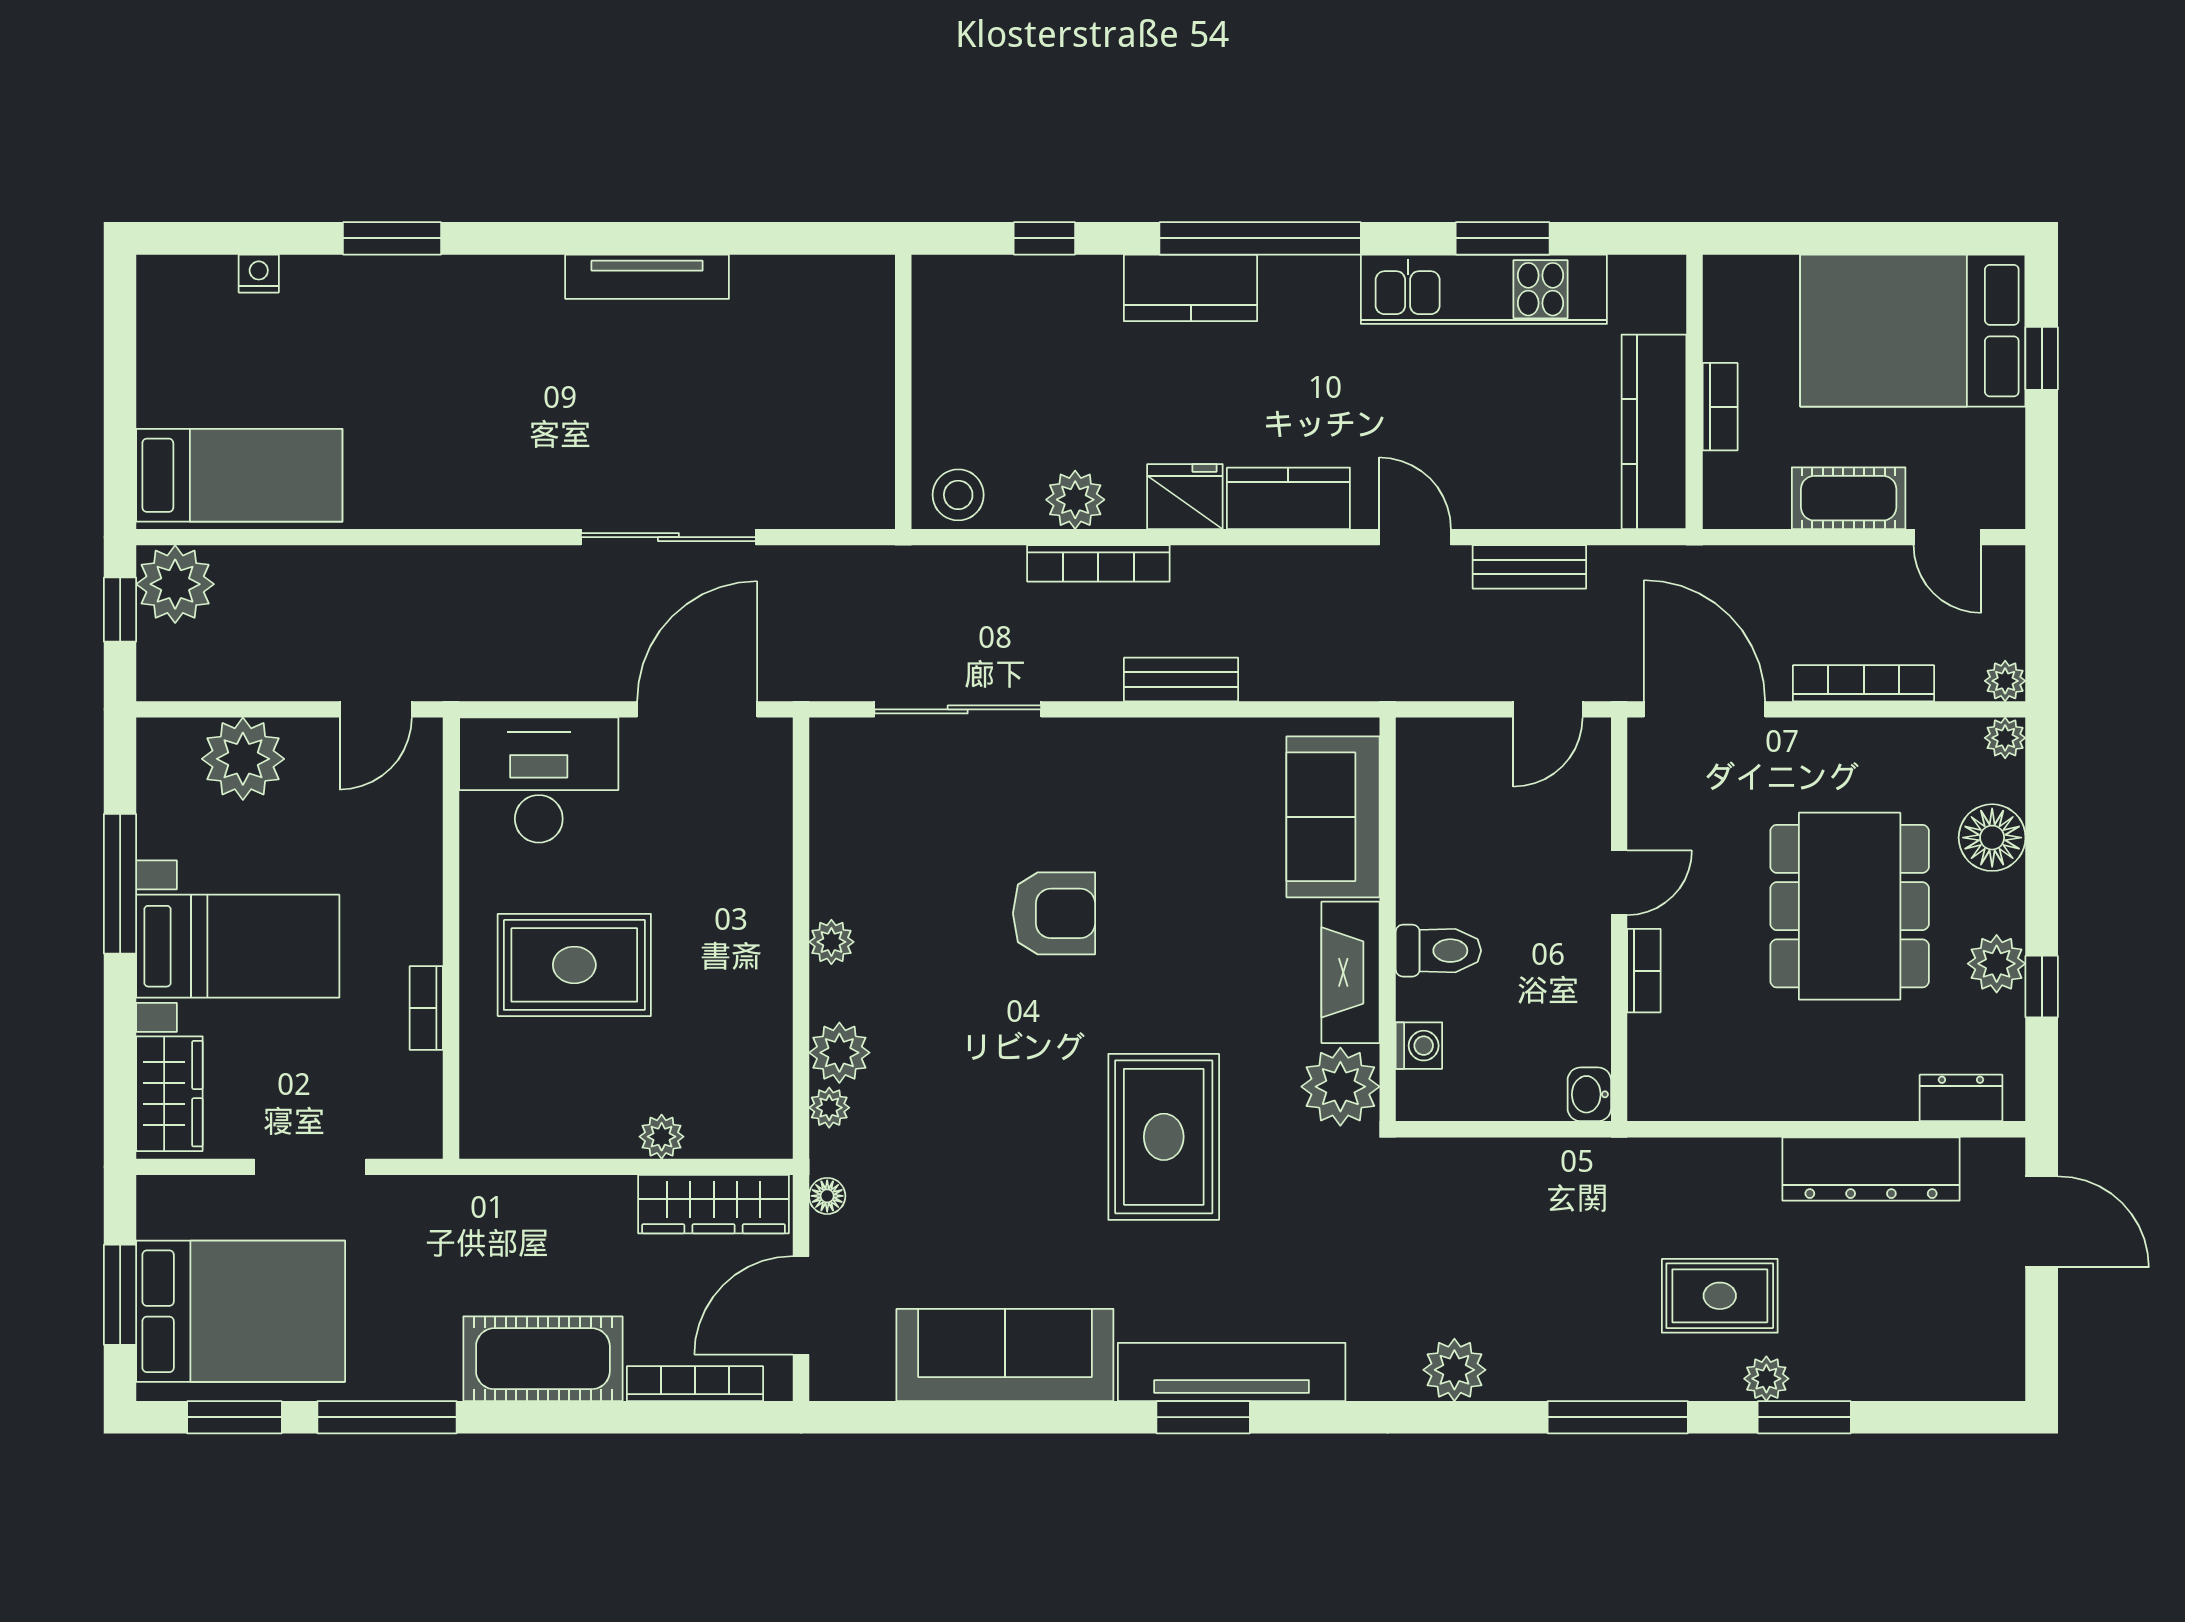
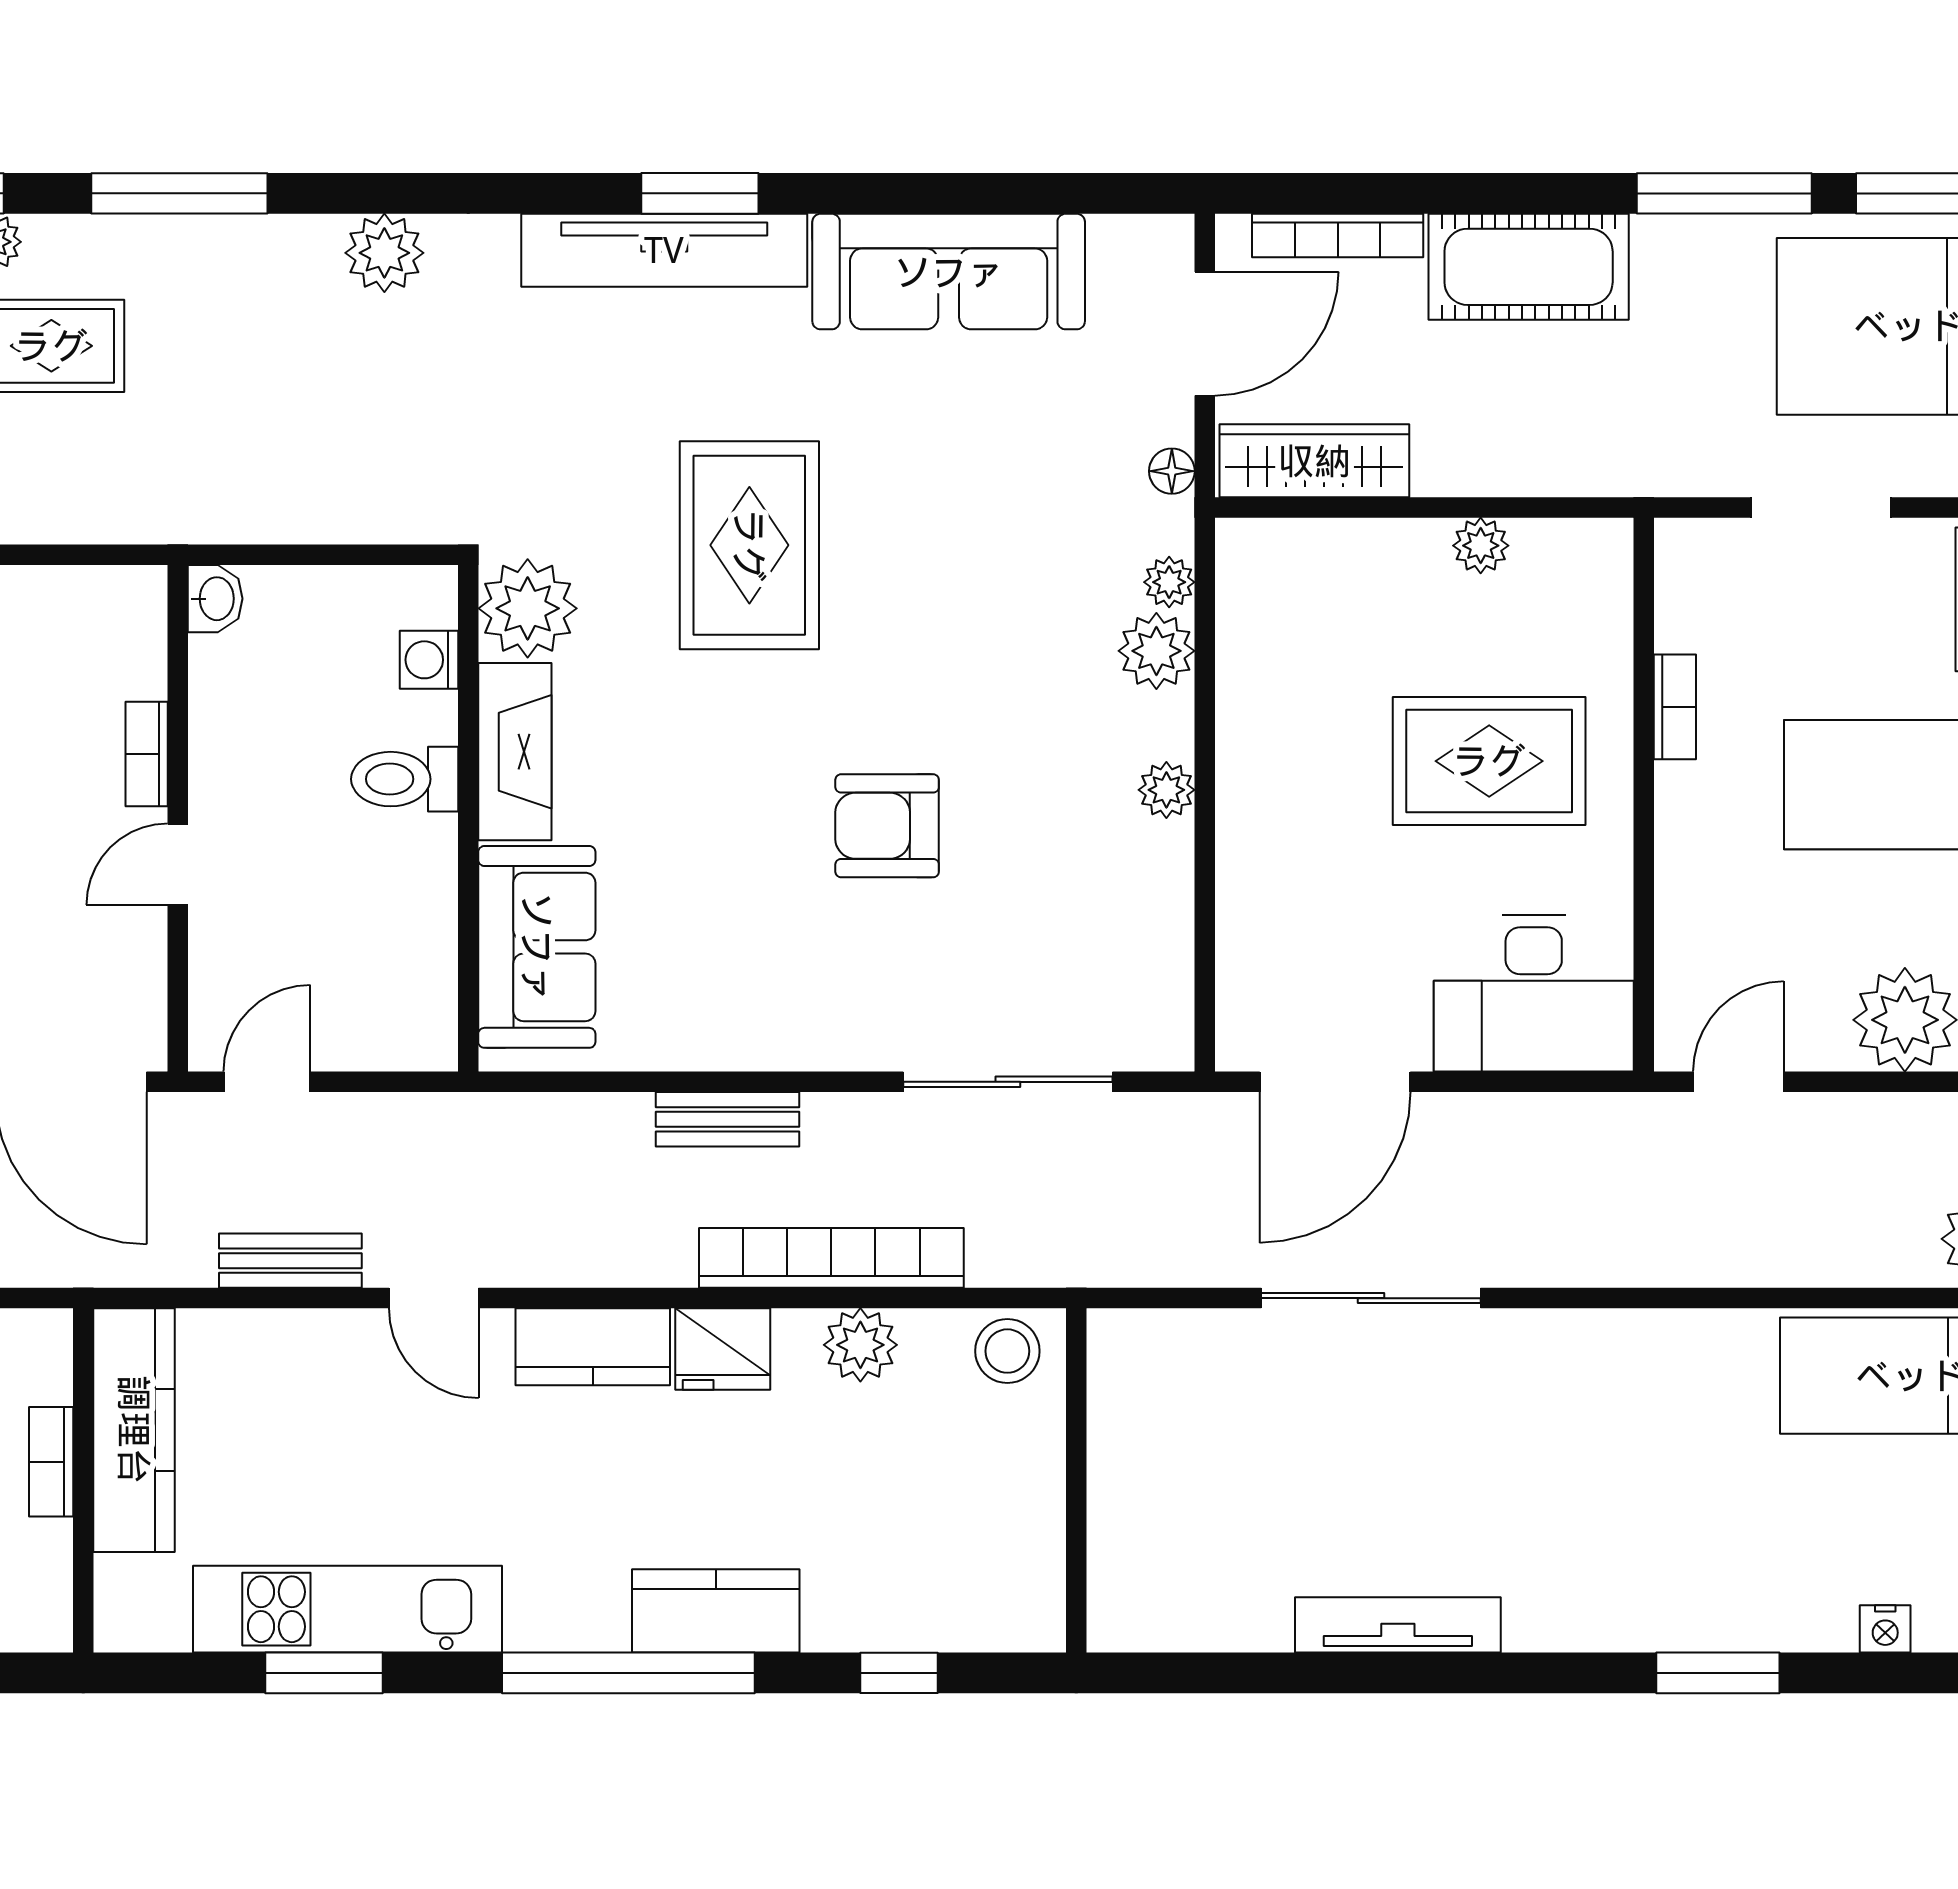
bookcase: (1098, 563) -> (831, 1258), width x1.48, depth x1.31
plant: (662, 1137) -> (1481, 546), moved

